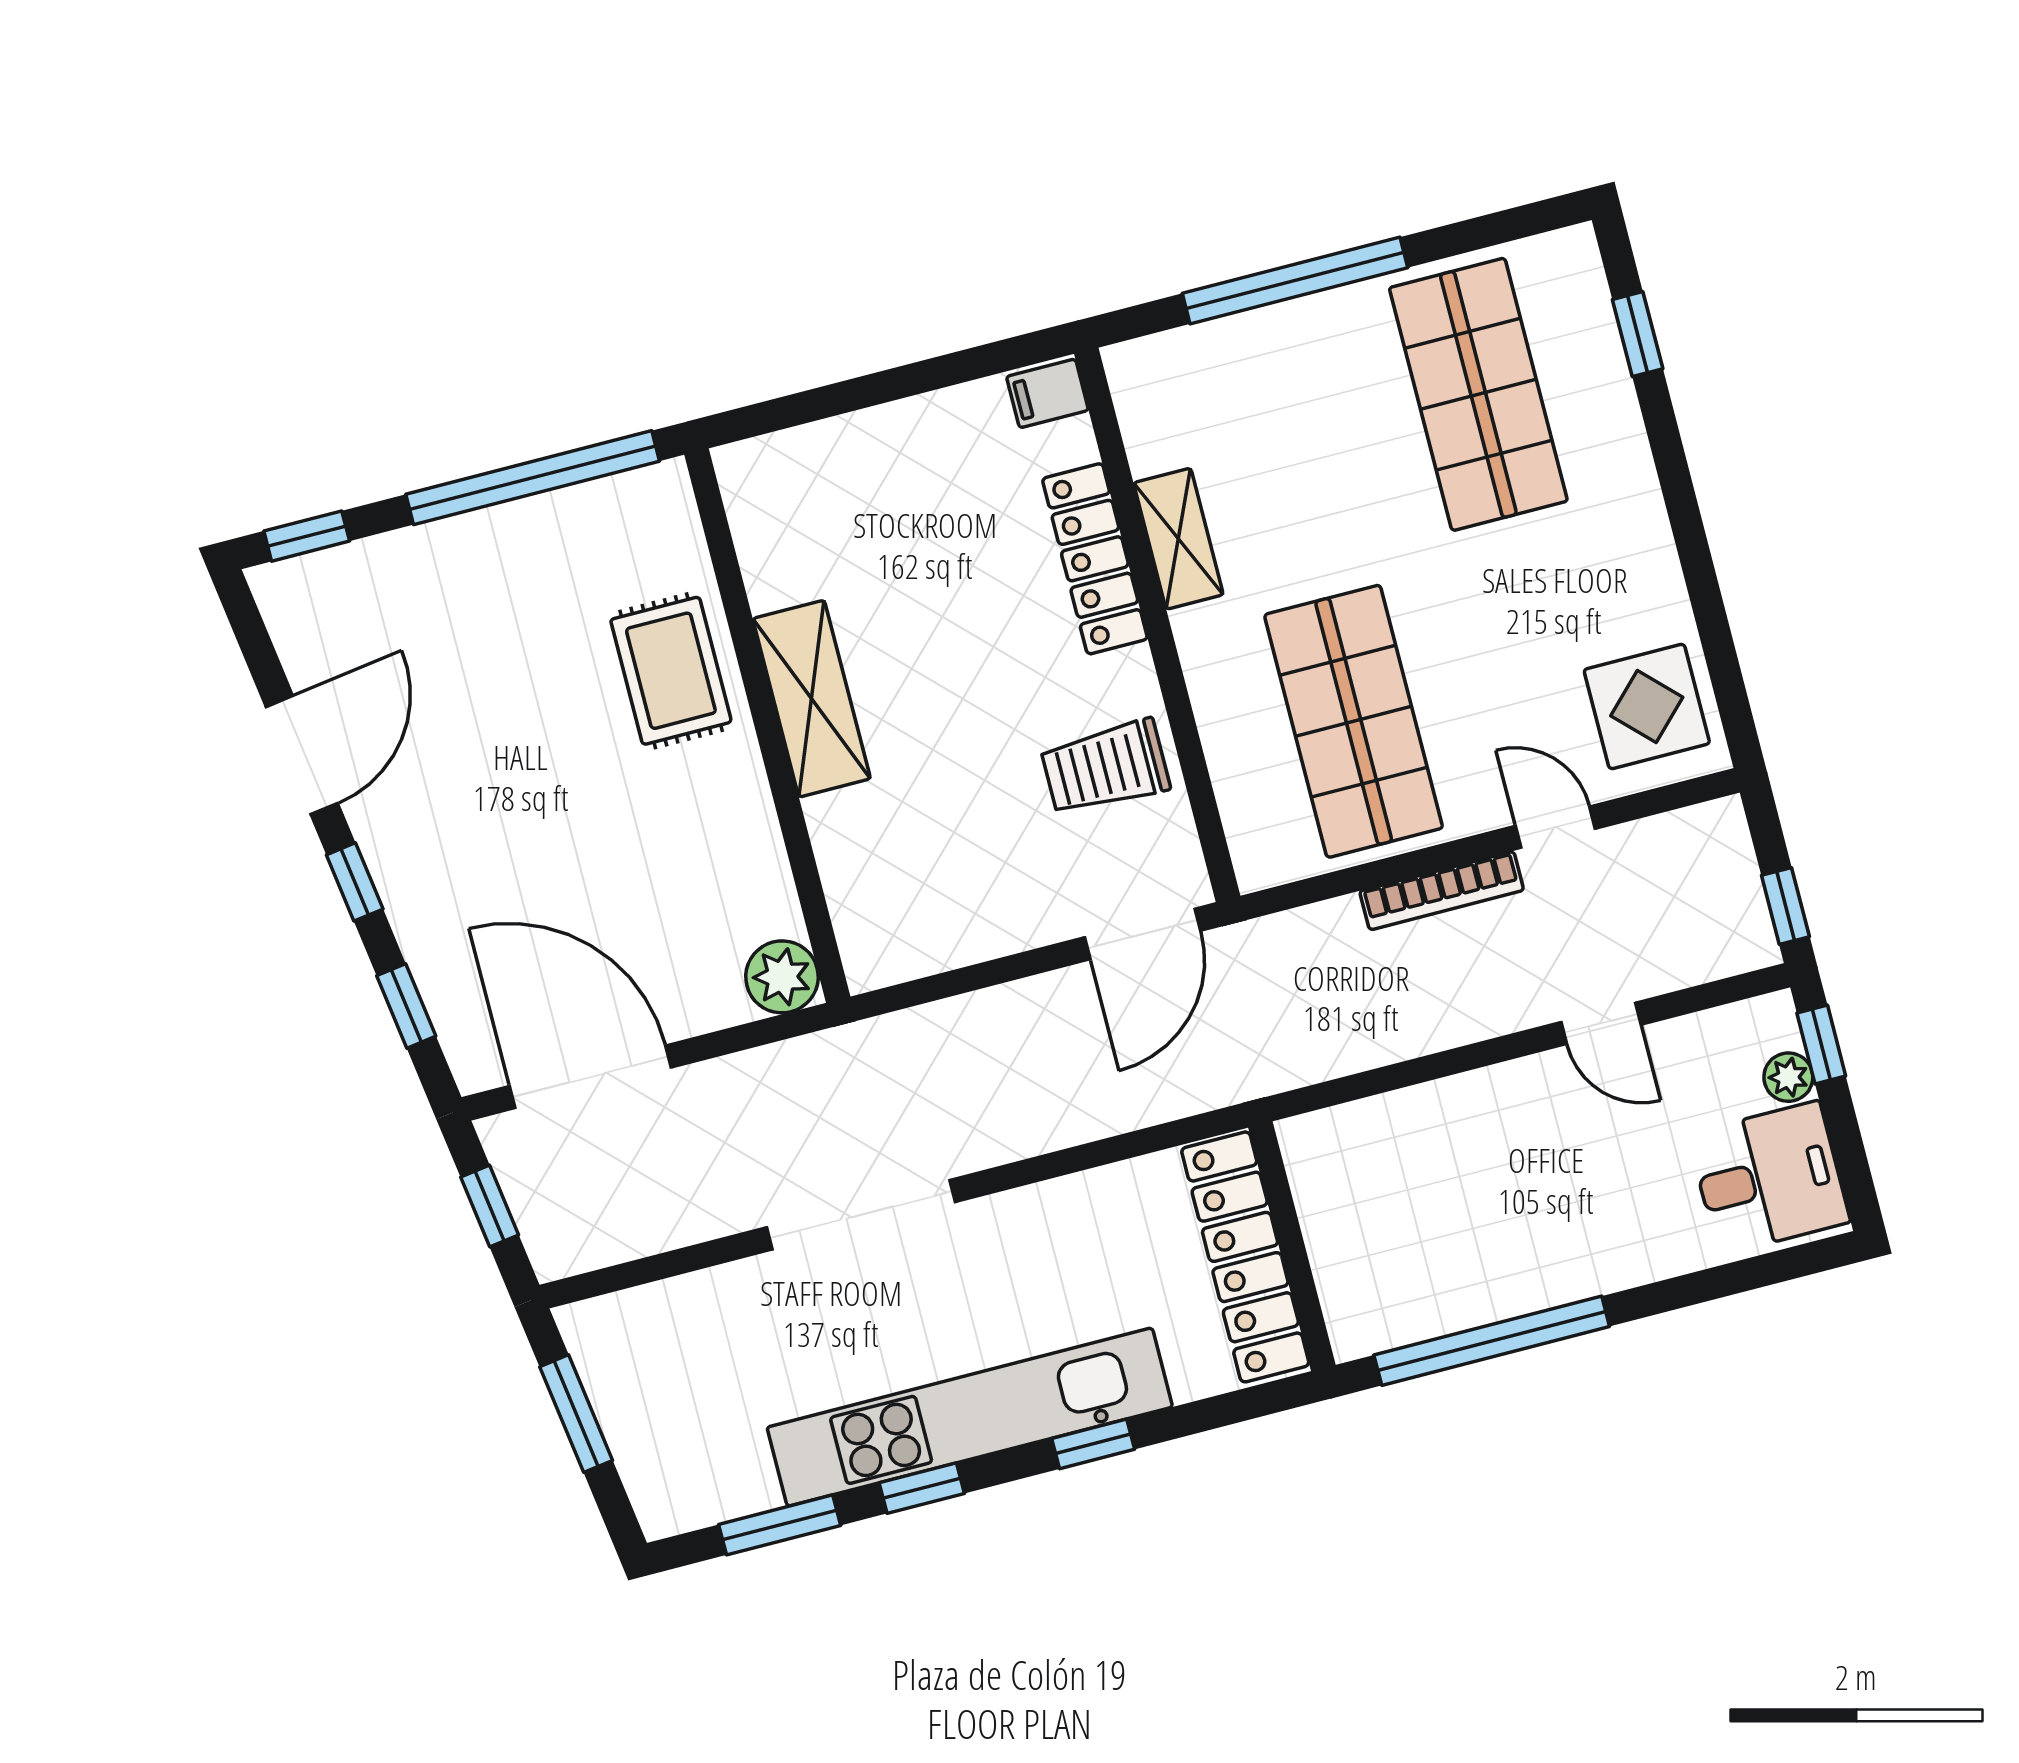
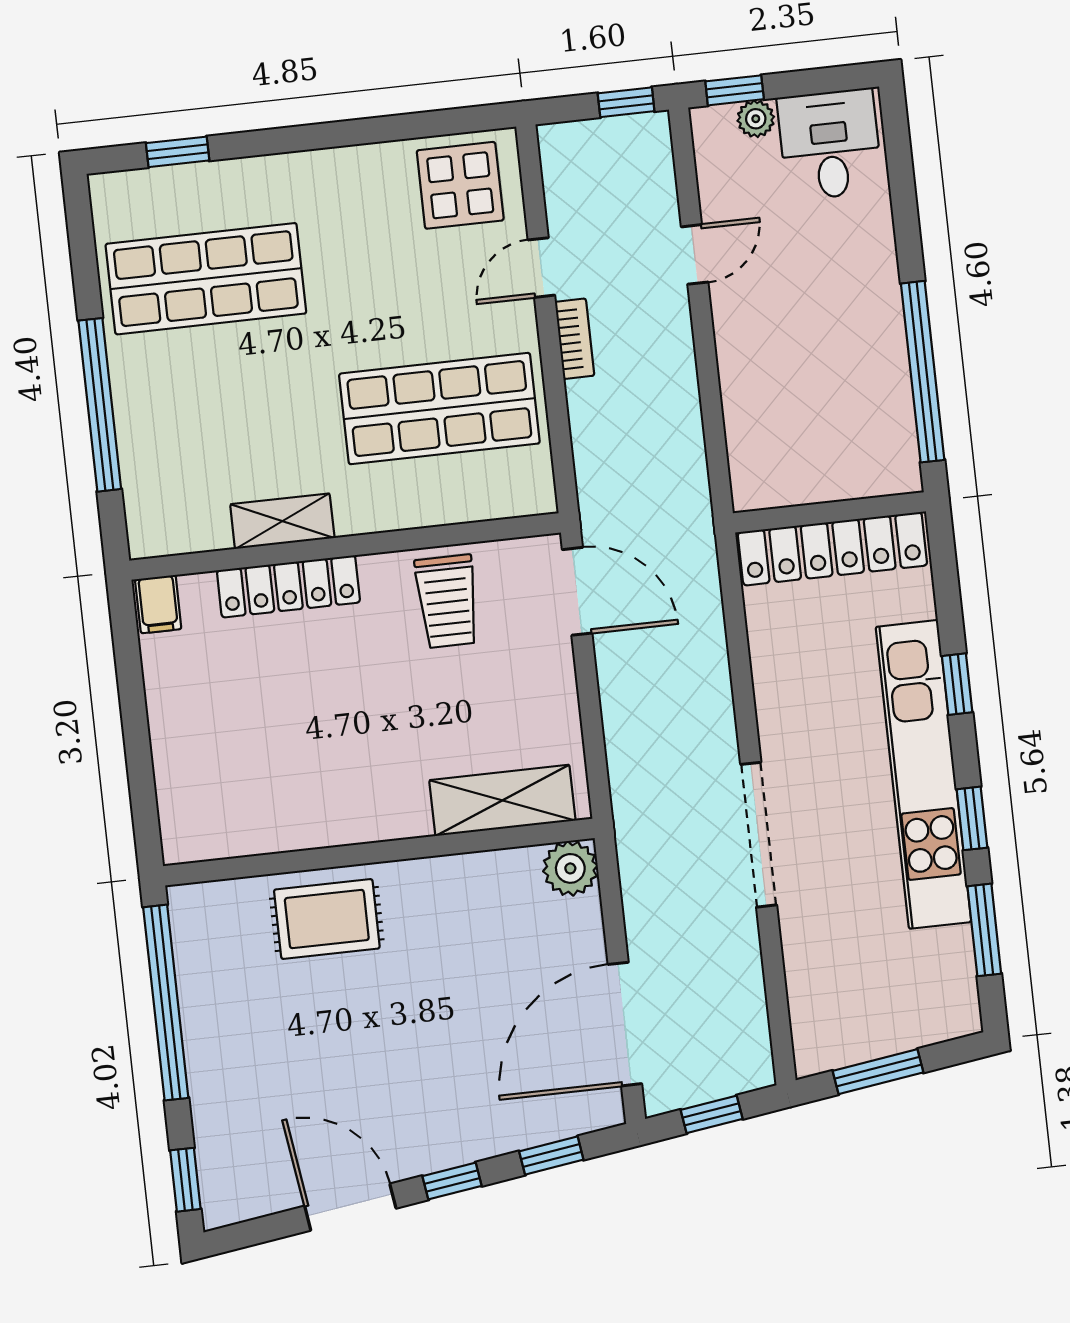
shelving: (812, 699) -> (502, 800), moved
bookcase: (1442, 891) -> (575, 339), width x0.64

